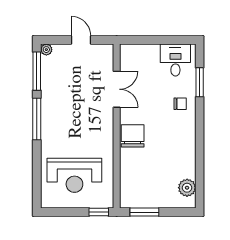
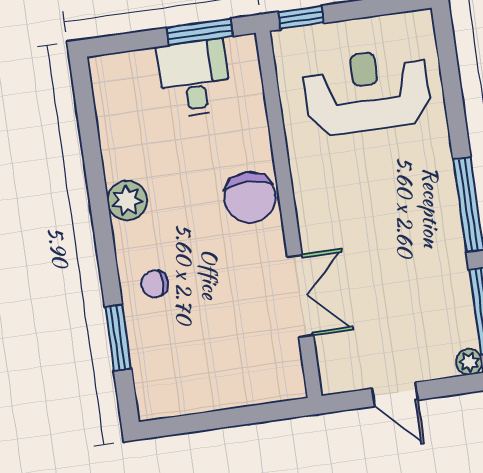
desk: (175, 60) -> (194, 78), moved, turned 180
double door: (117, 89) -> (300, 296), swing flipped
plant: (187, 188) -> (127, 200), moved

